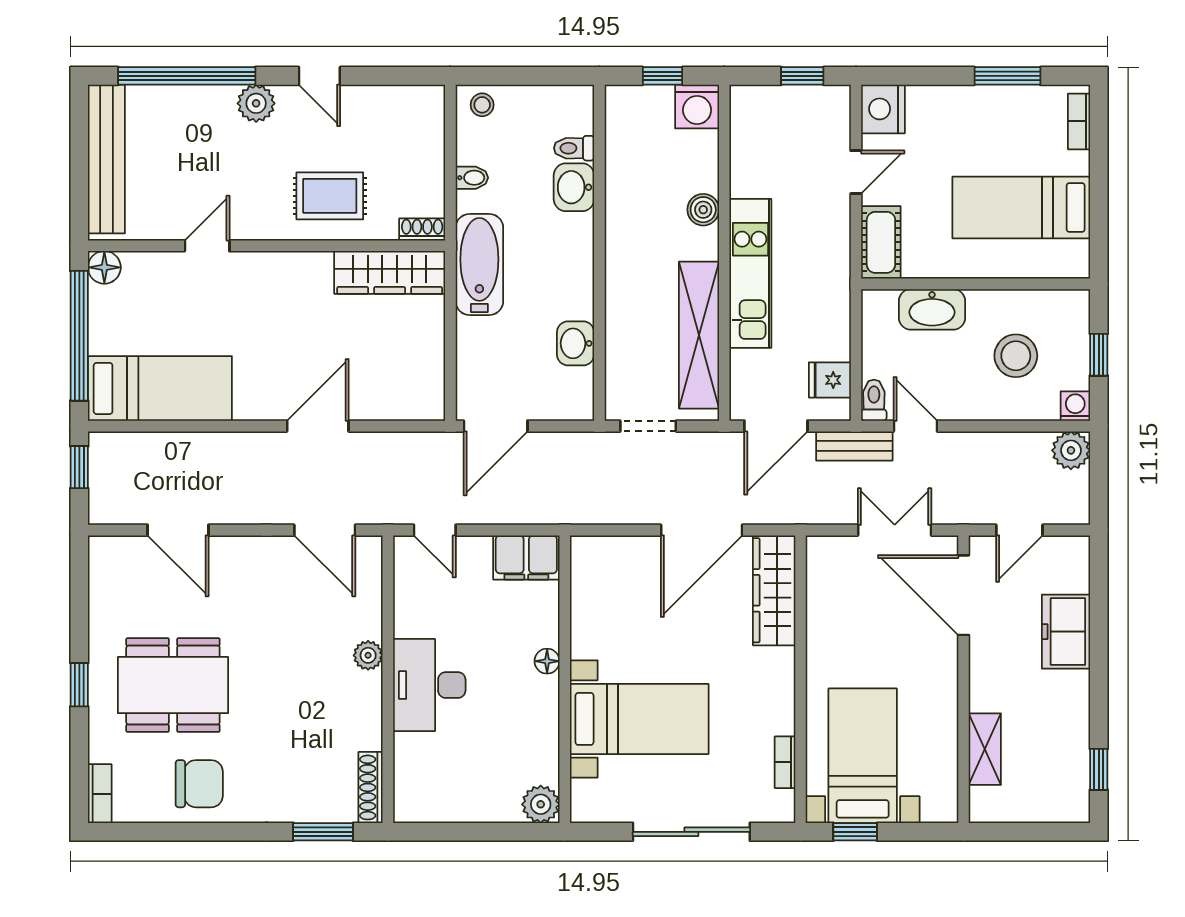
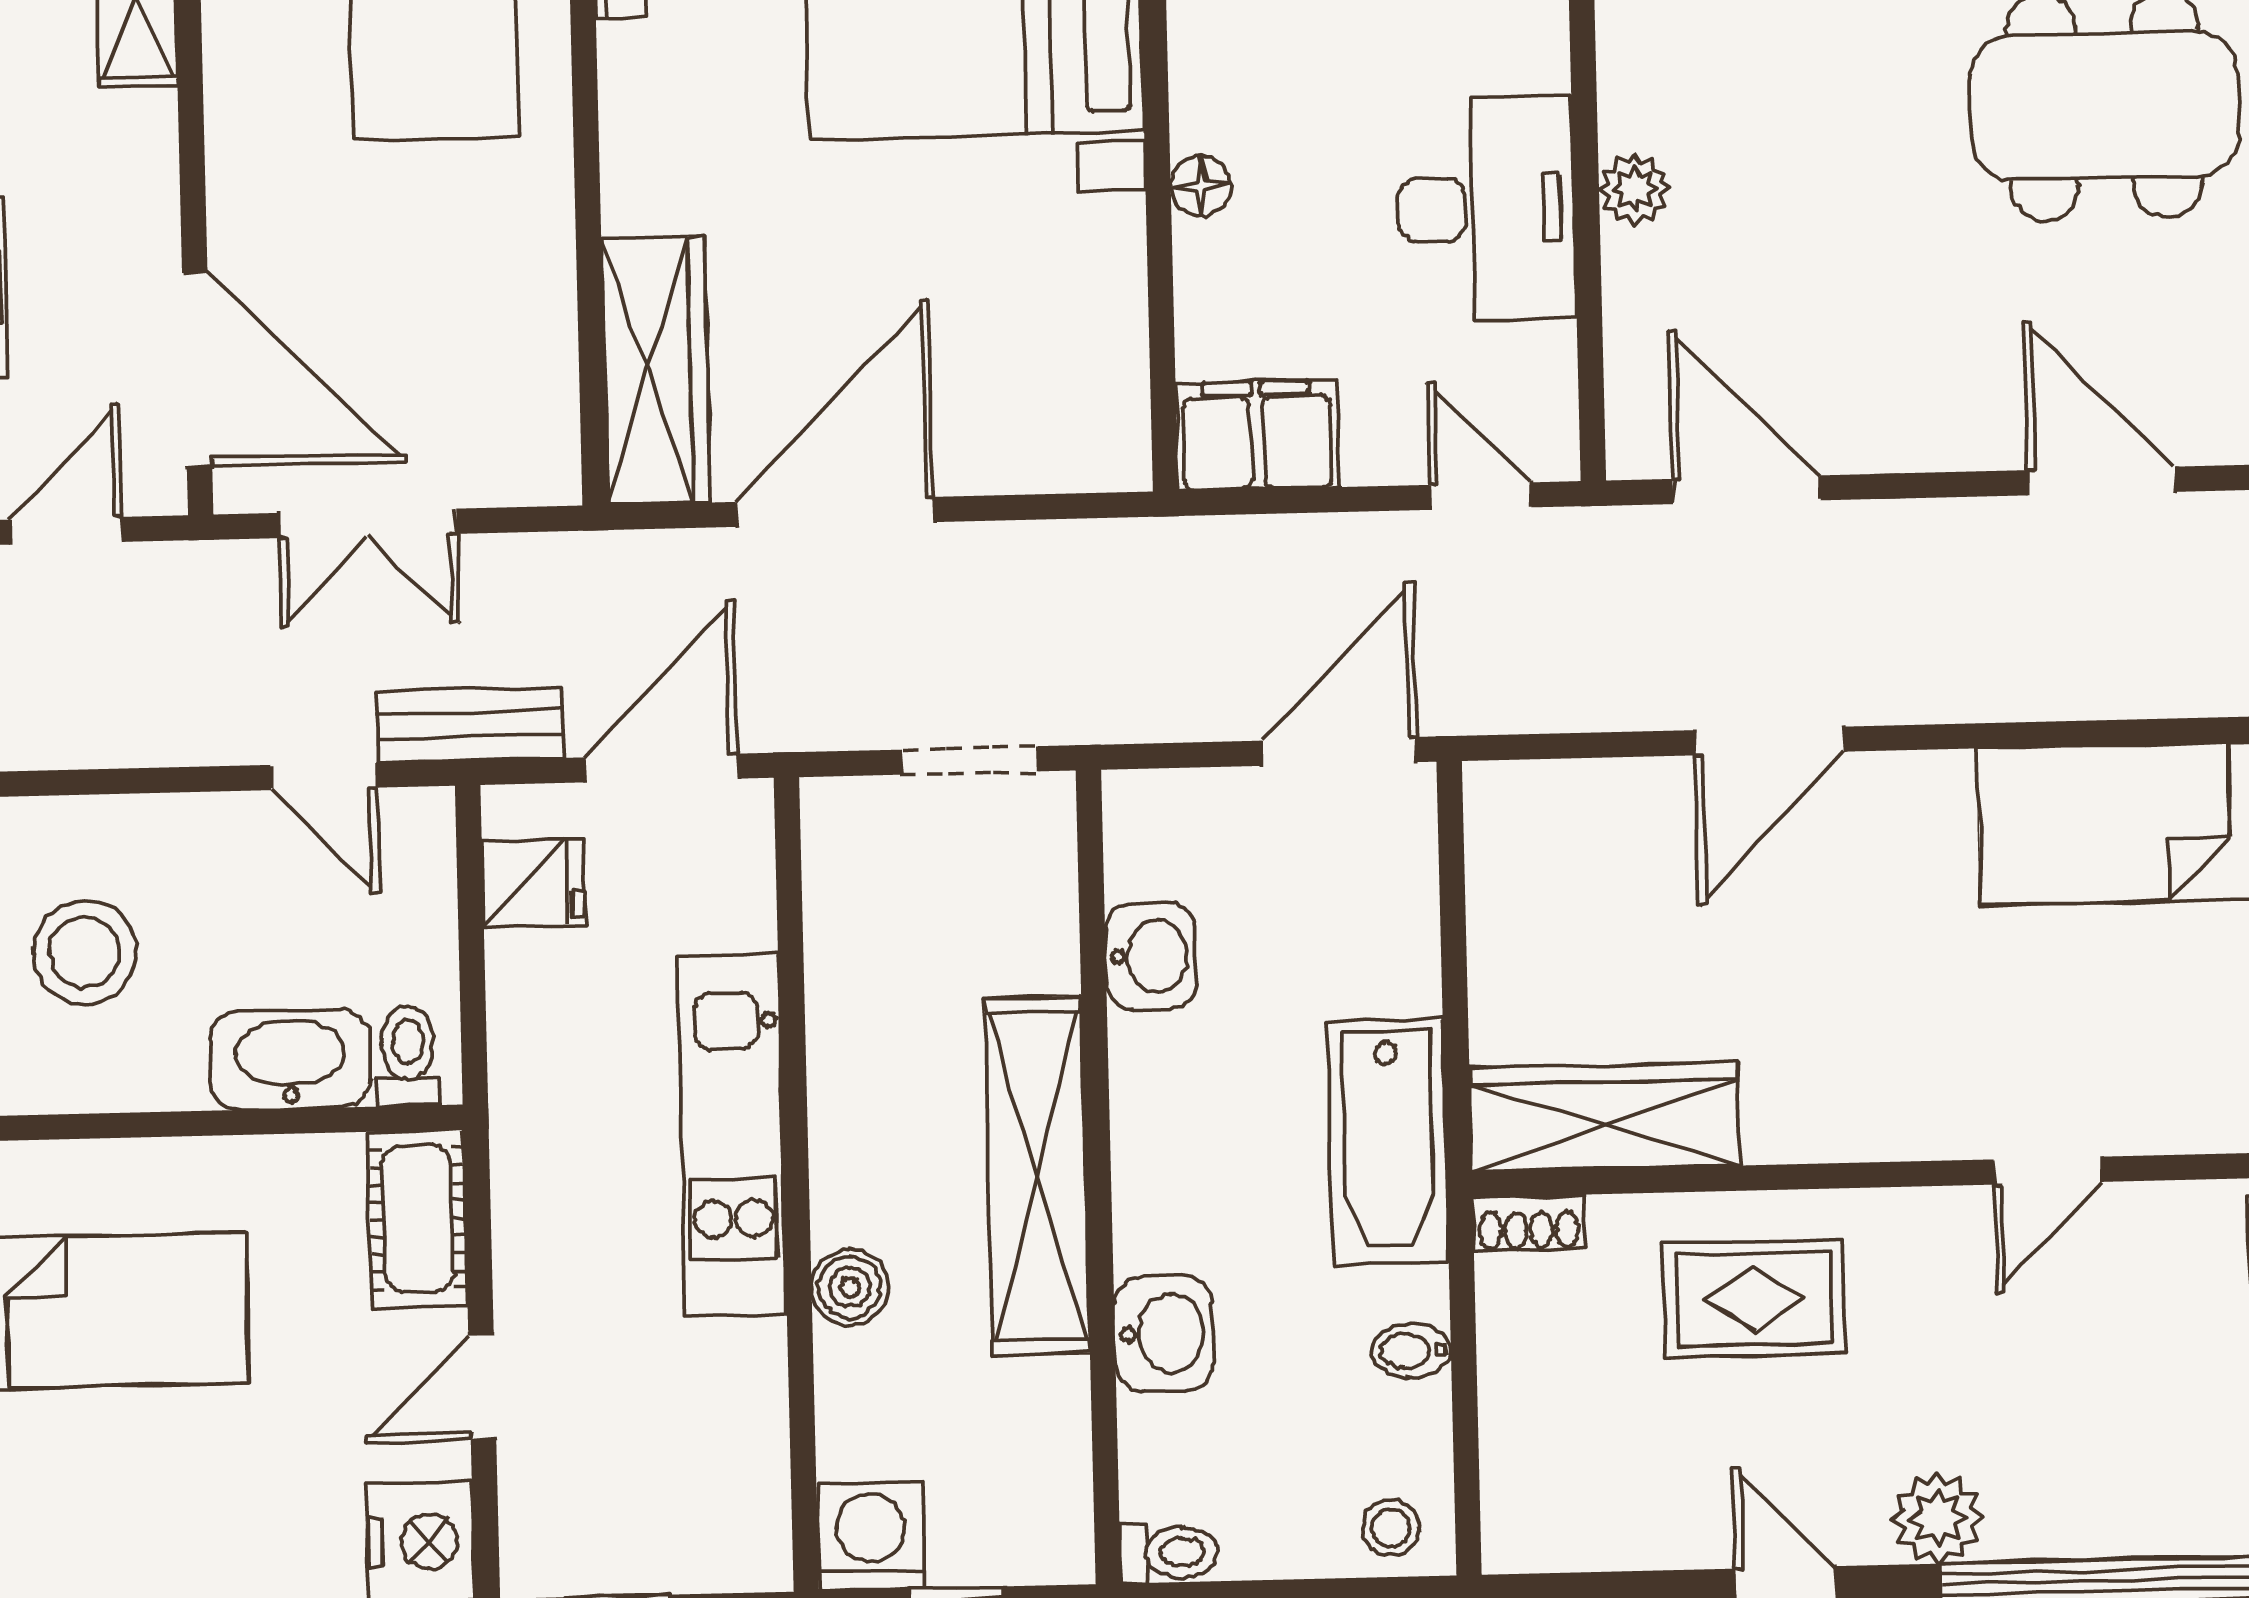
toilet: (574, 148) -> (1169, 1553), moved
shelving: (699, 335) -> (1037, 1175), moved
toilet: (874, 400) -> (408, 1056), moved, turned 180
desk: (429, 685) -> (1486, 208), moved

